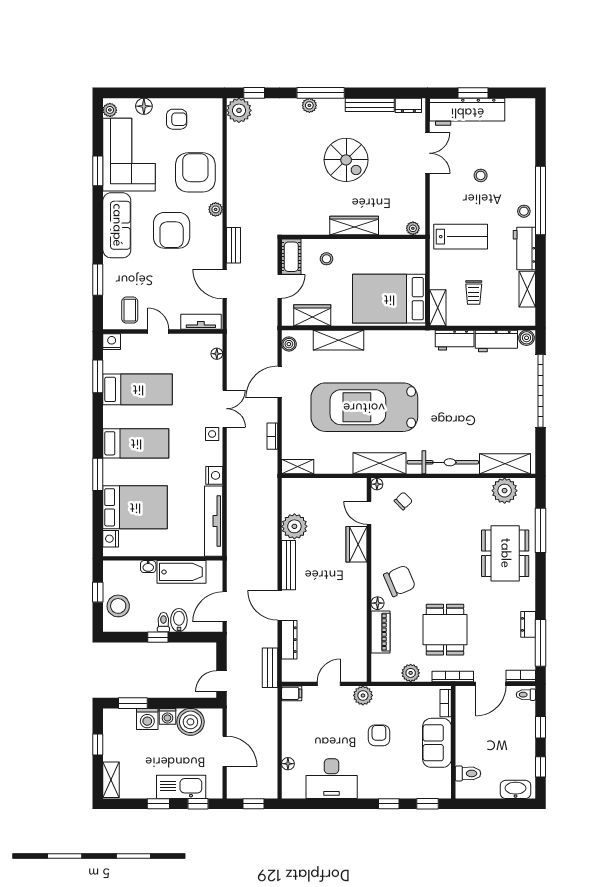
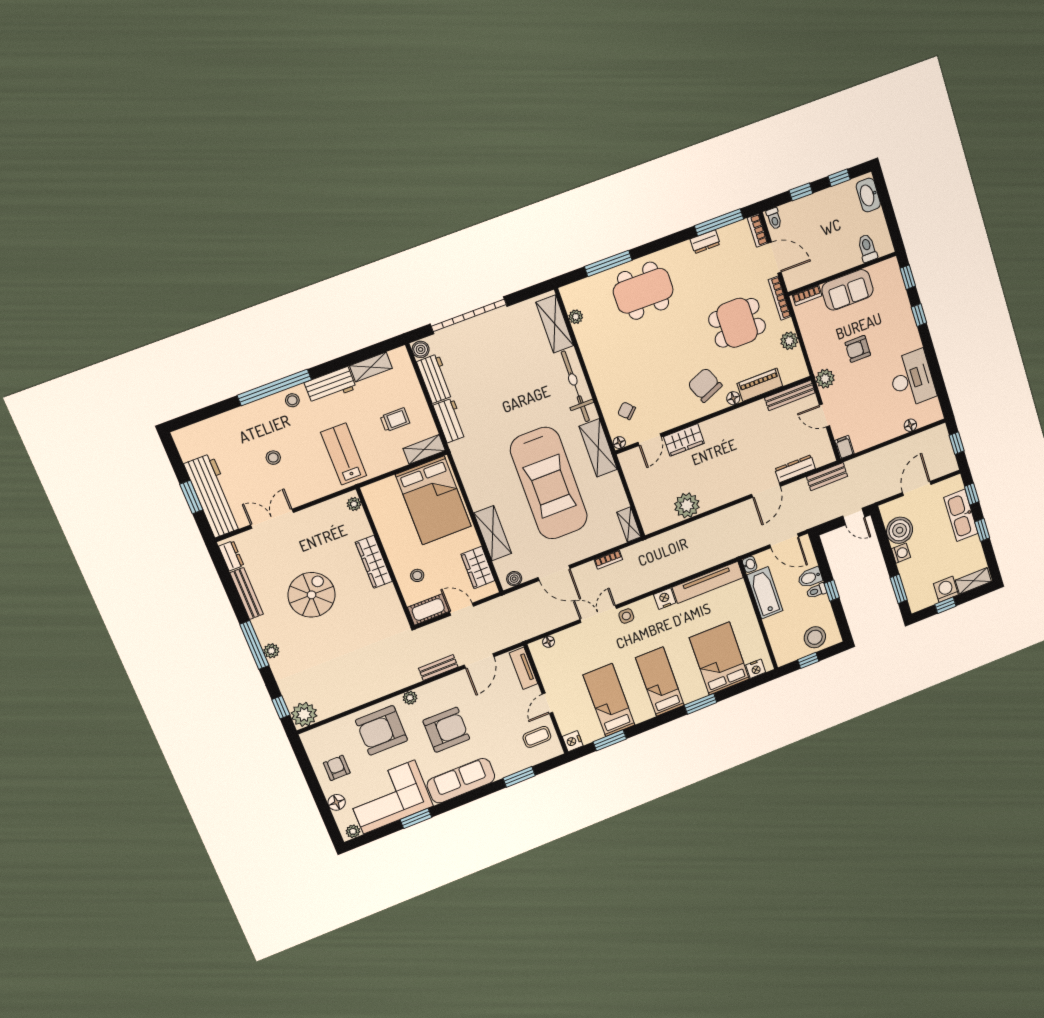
plant: (505, 491) -> (576, 317), width x0.53, depth x0.53
bench: (289, 565) -> (790, 395), moved
washbasin: (148, 567) -> (750, 564), moved
washing machine: (147, 719) -> (946, 589), moved, turned -90

